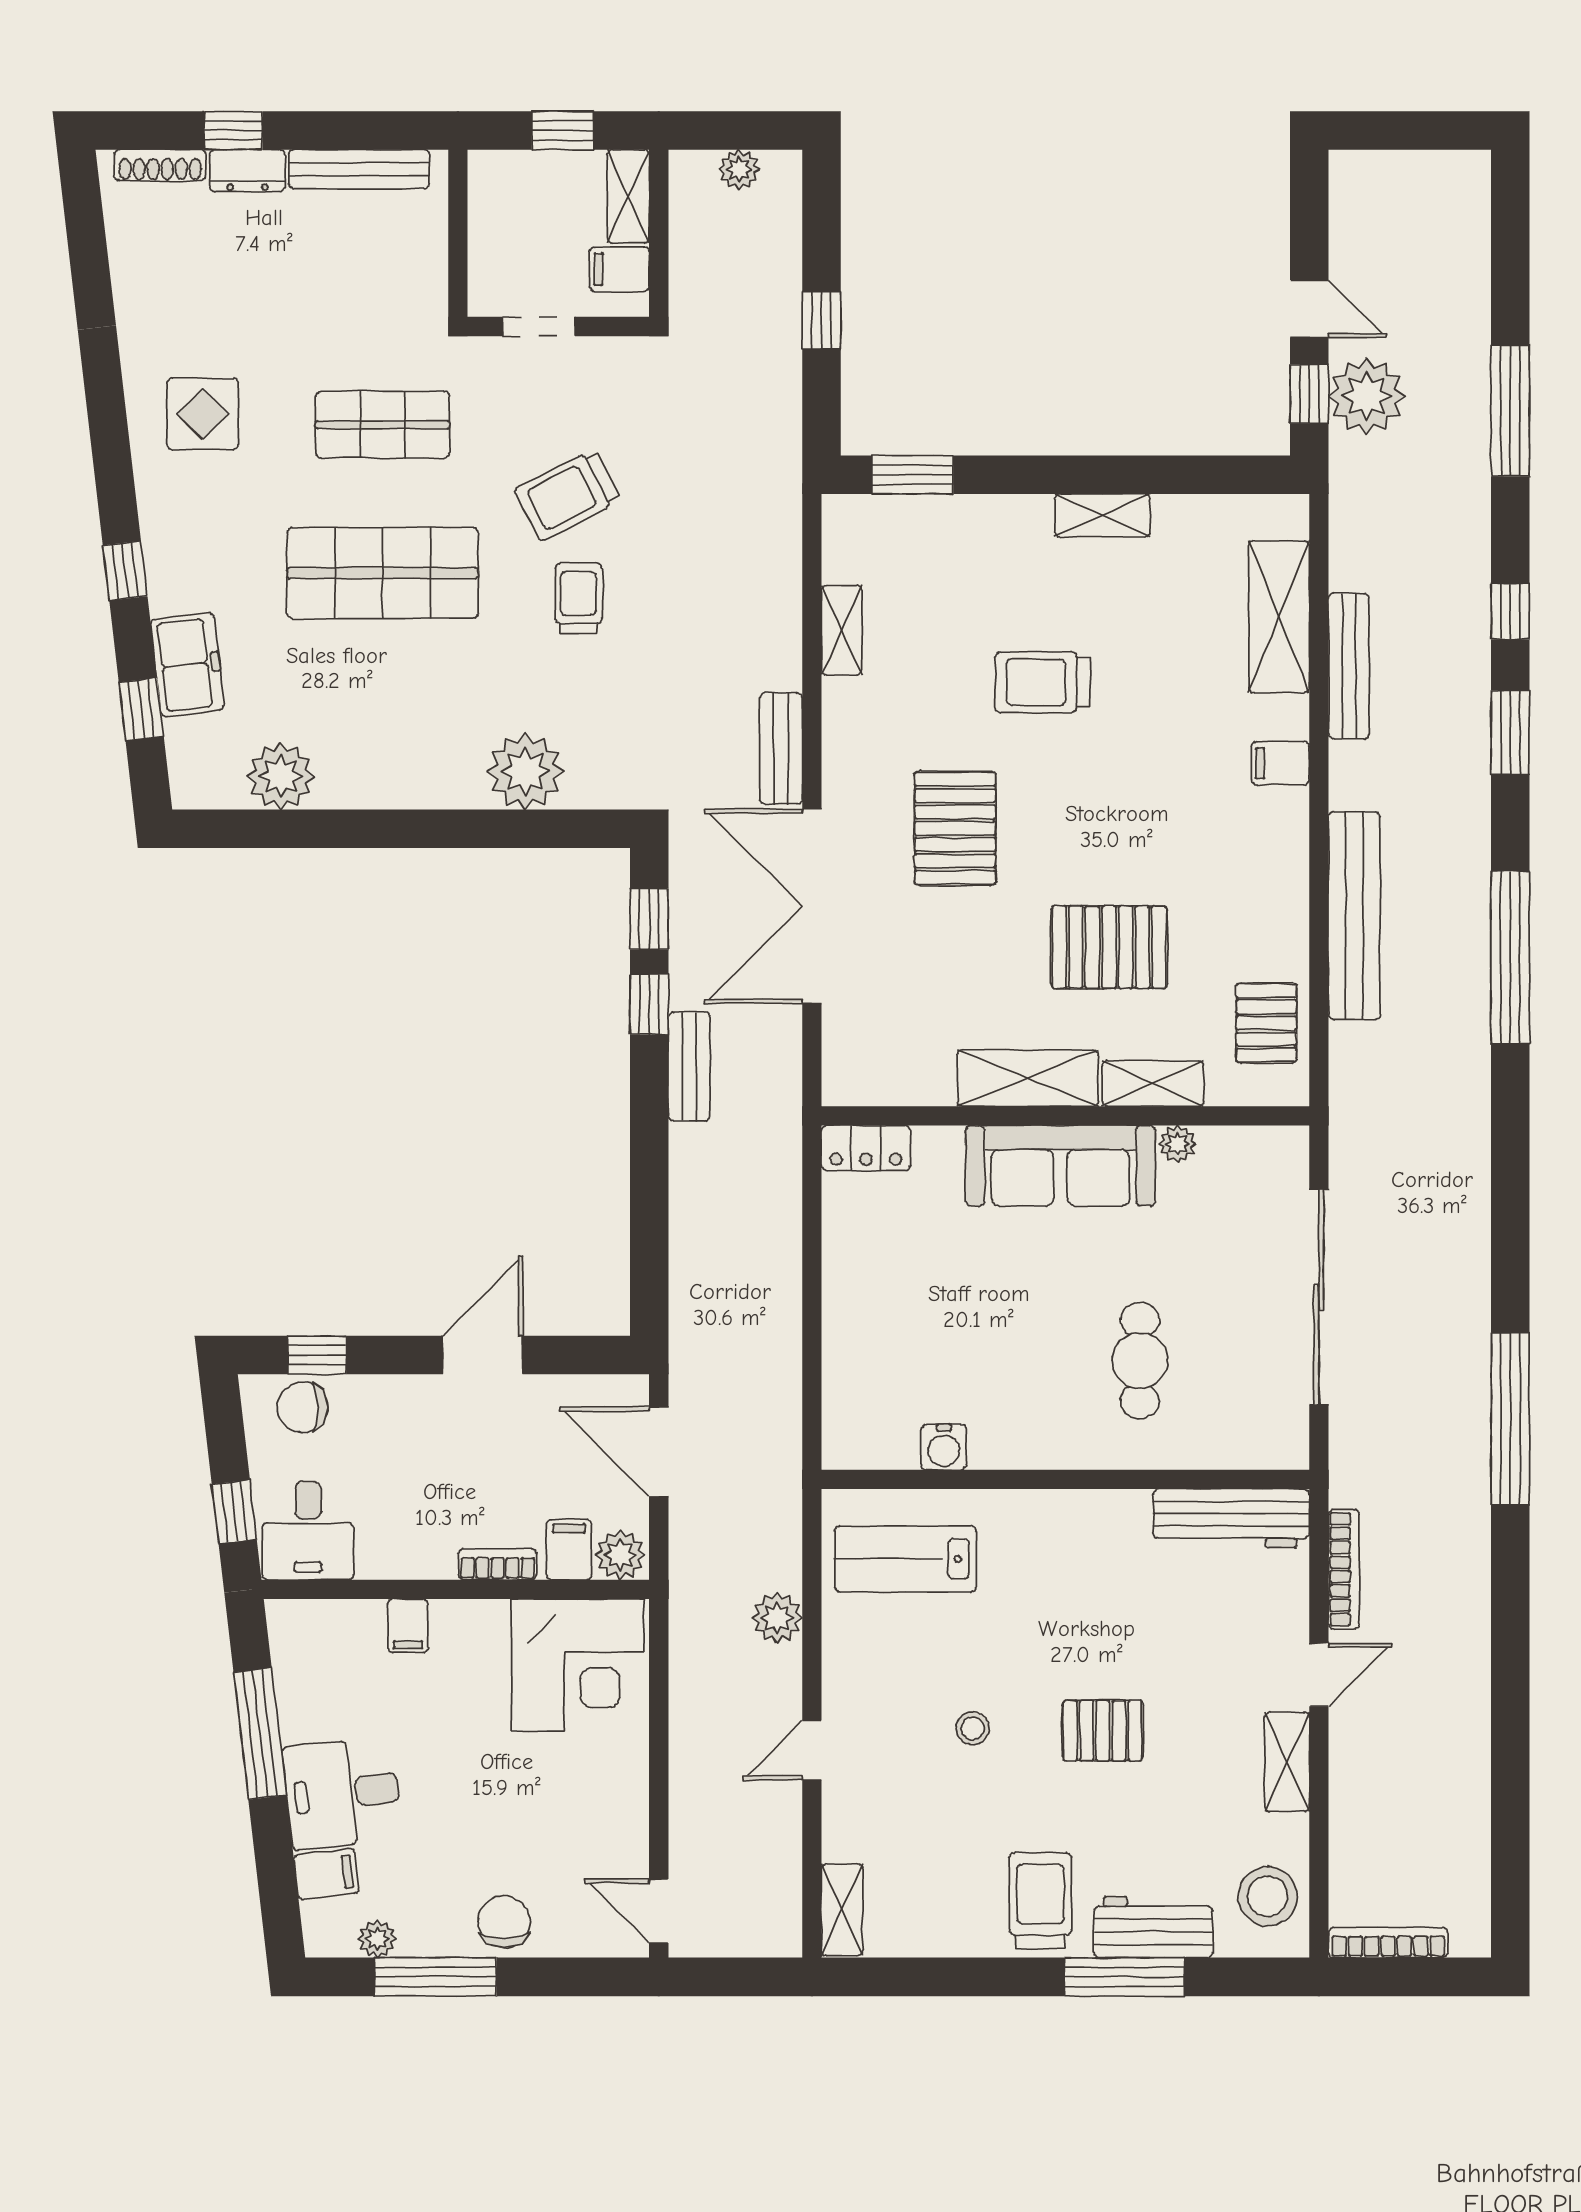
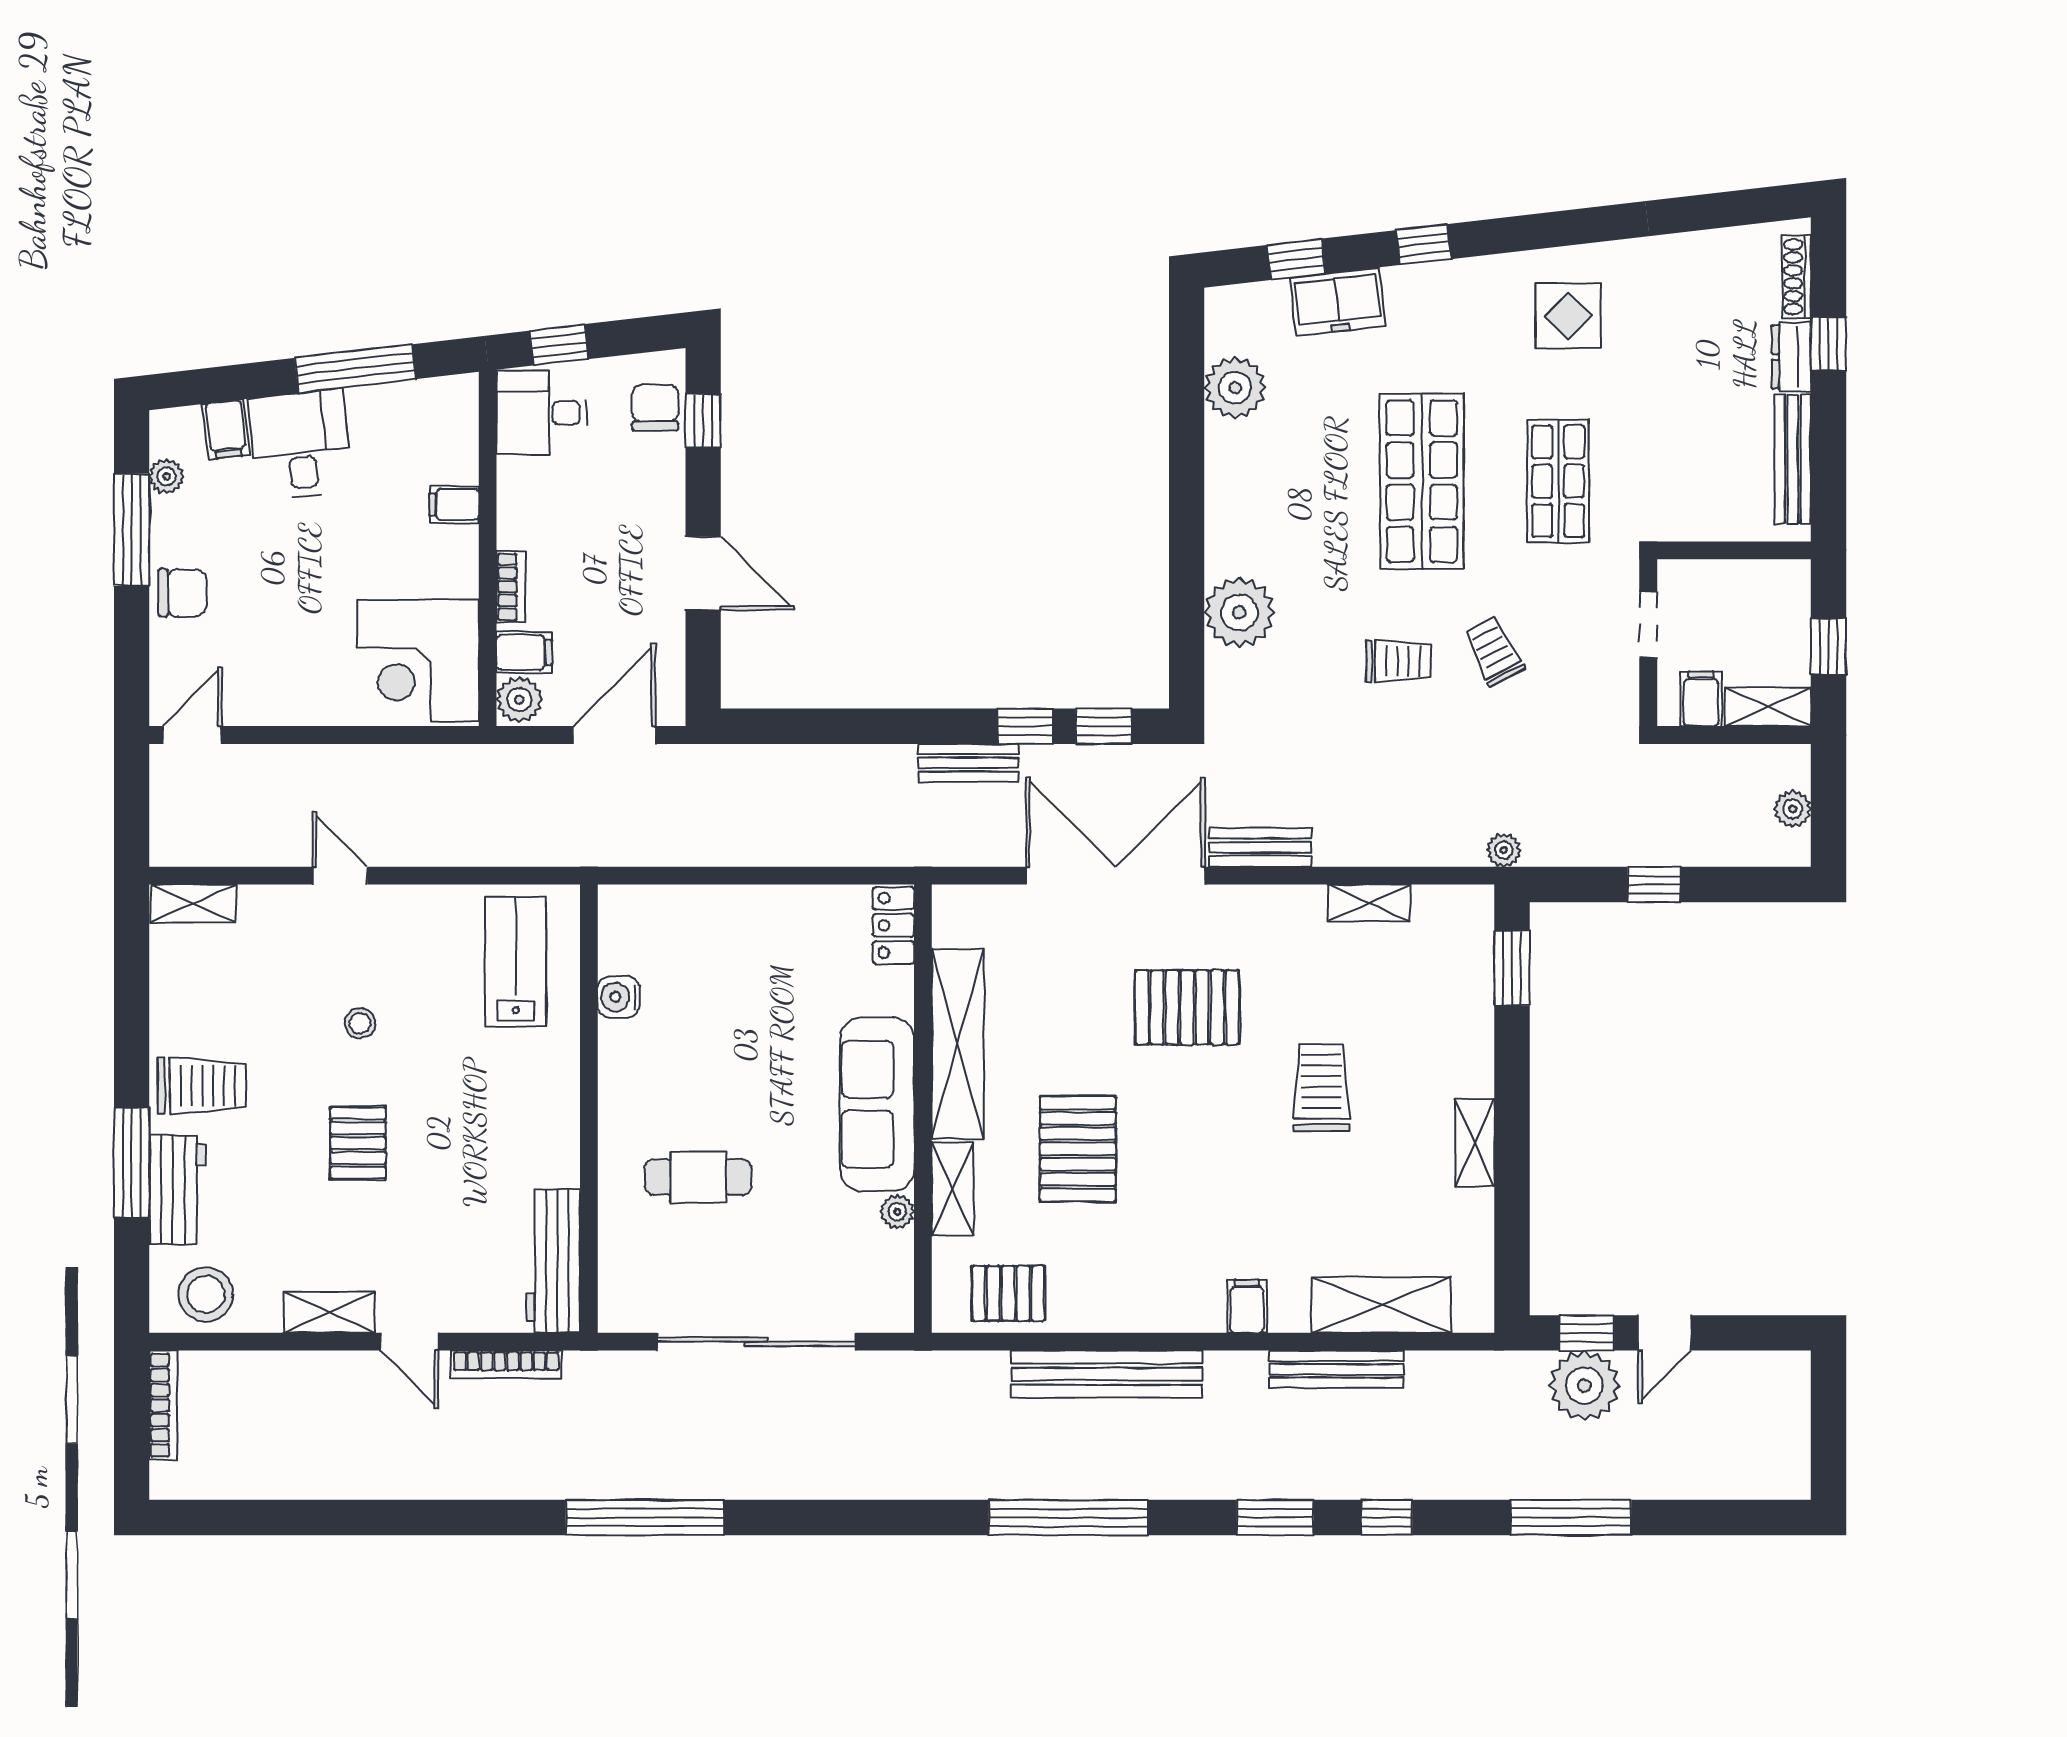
trolley: (568, 495) -> (1494, 651), width x0.73, depth x0.72
shelving: (1028, 1078) -> (958, 1044), width x1.47
plant: (777, 1618) -> (1504, 850), moved, width x0.73, depth x0.73

